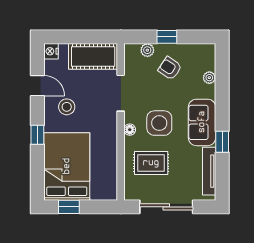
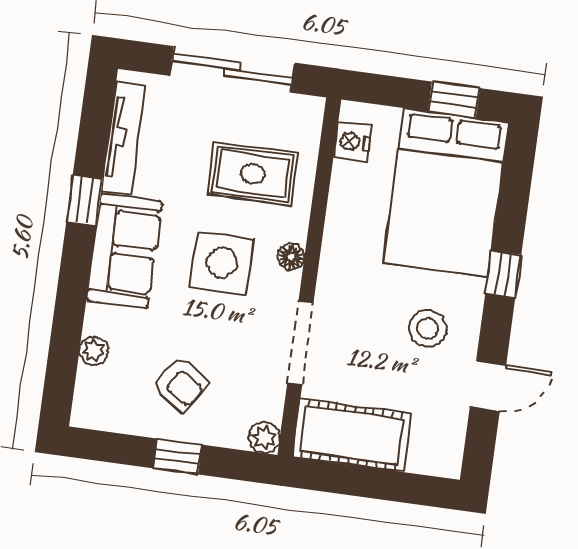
plant: (147, 50) -> (264, 438), moved
nightstand: (51, 51) -> (352, 142), moved, turned 180
door: (37, 86) -> (488, 386), swing flipped

